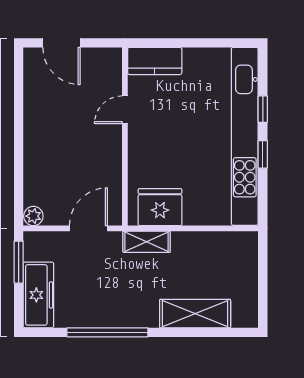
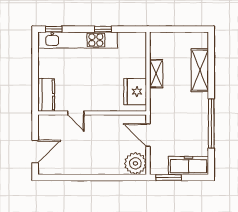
window: (263, 109) -> (54, 29), moved
kitchen unit: (245, 136) -> (78, 40), width x0.73
plant: (33, 216) -> (135, 163), width x1.88, depth x1.88
shelving: (147, 242) -> (156, 74), moved

